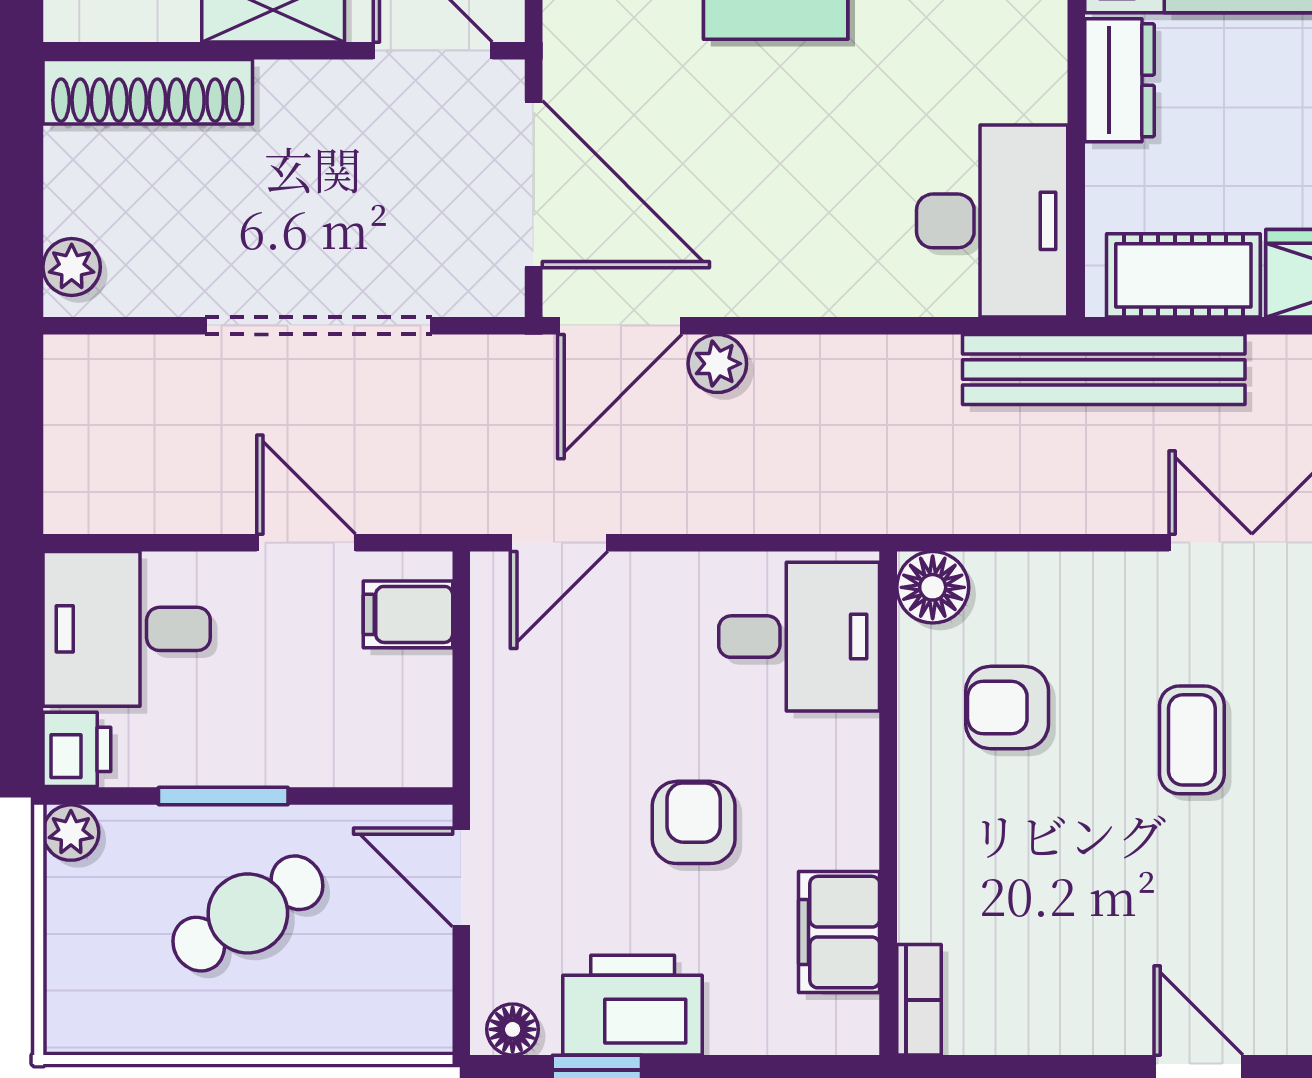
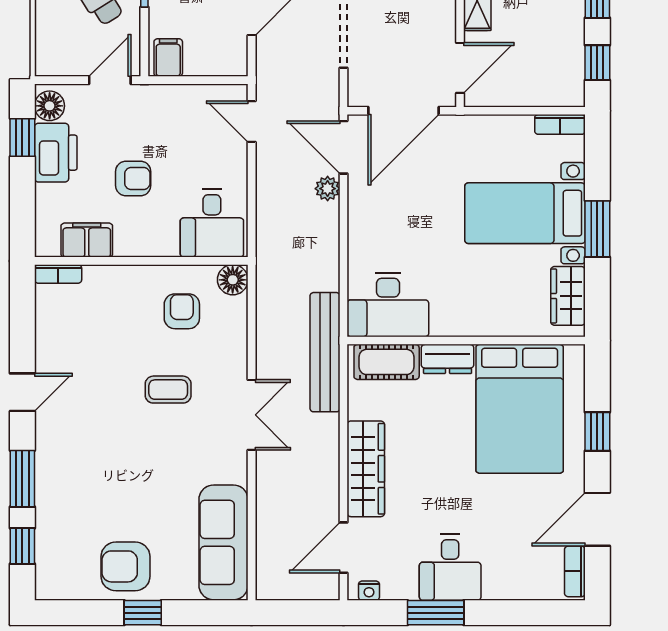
cot: (1183, 275) -> (387, 362), moved, turned 90
filing cabinet: (408, 614) -> (168, 57), moved
floor lamp: (513, 1029) -> (50, 106), width x1.37, depth x1.37

